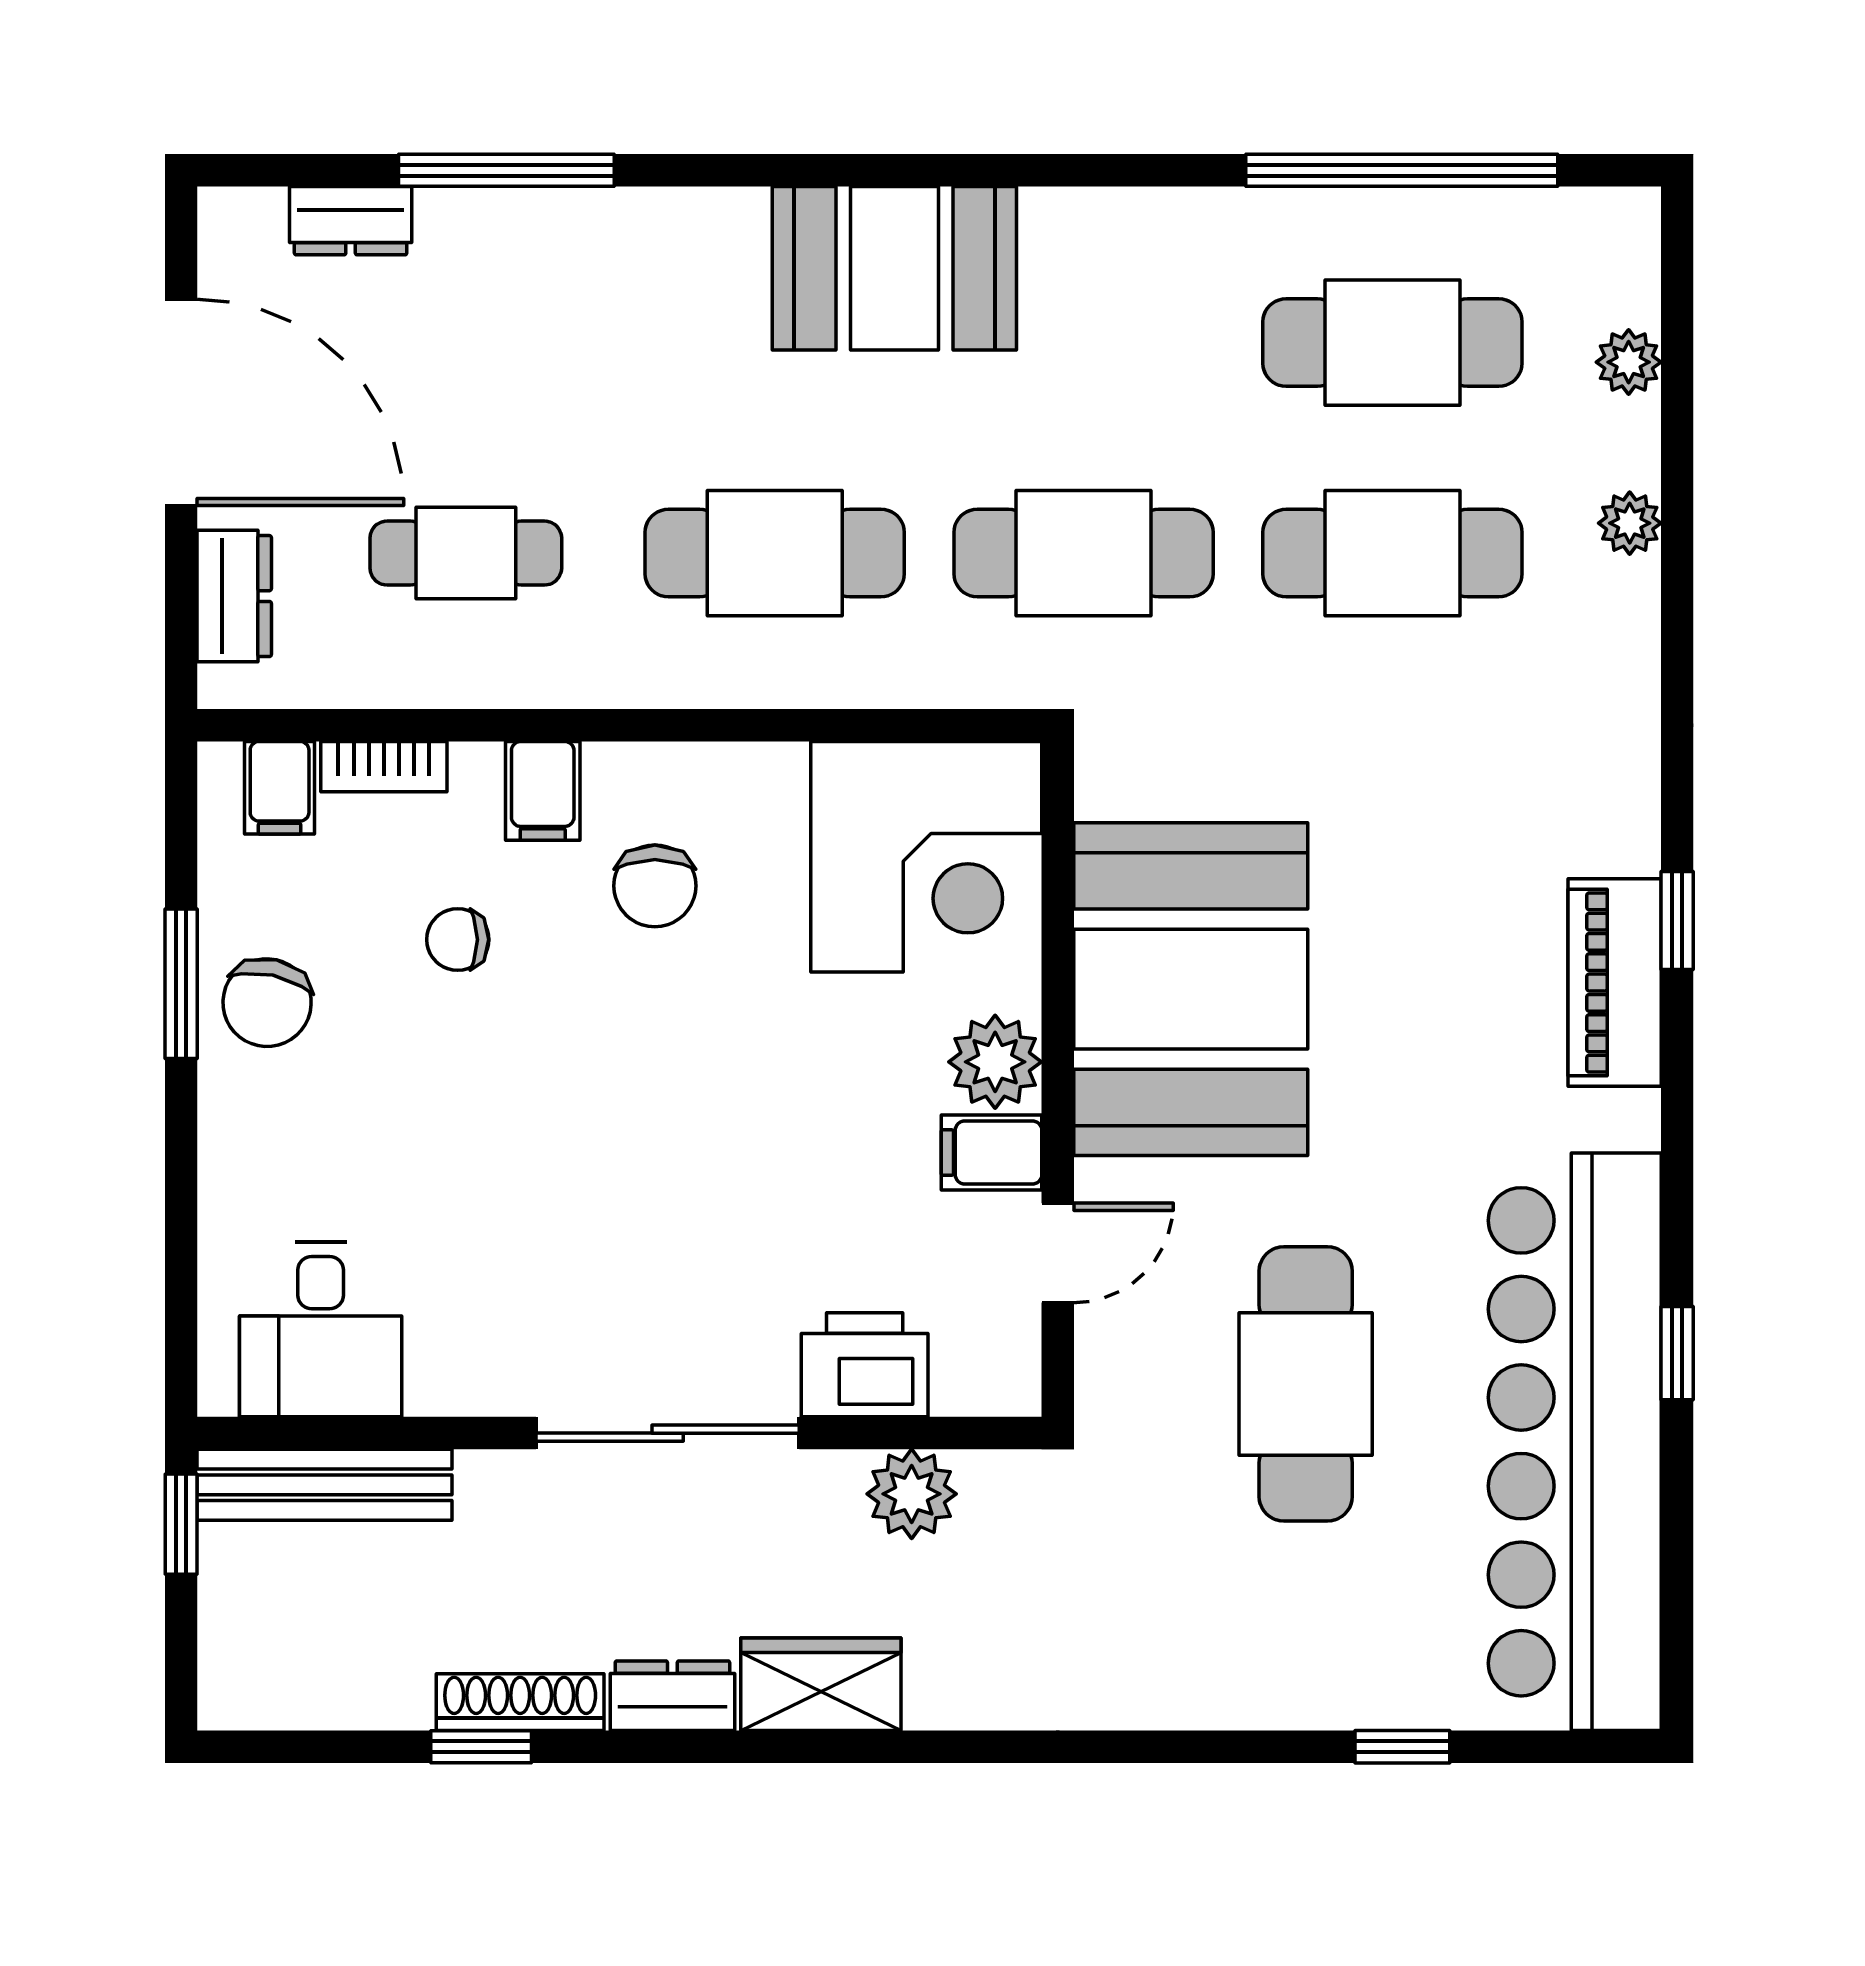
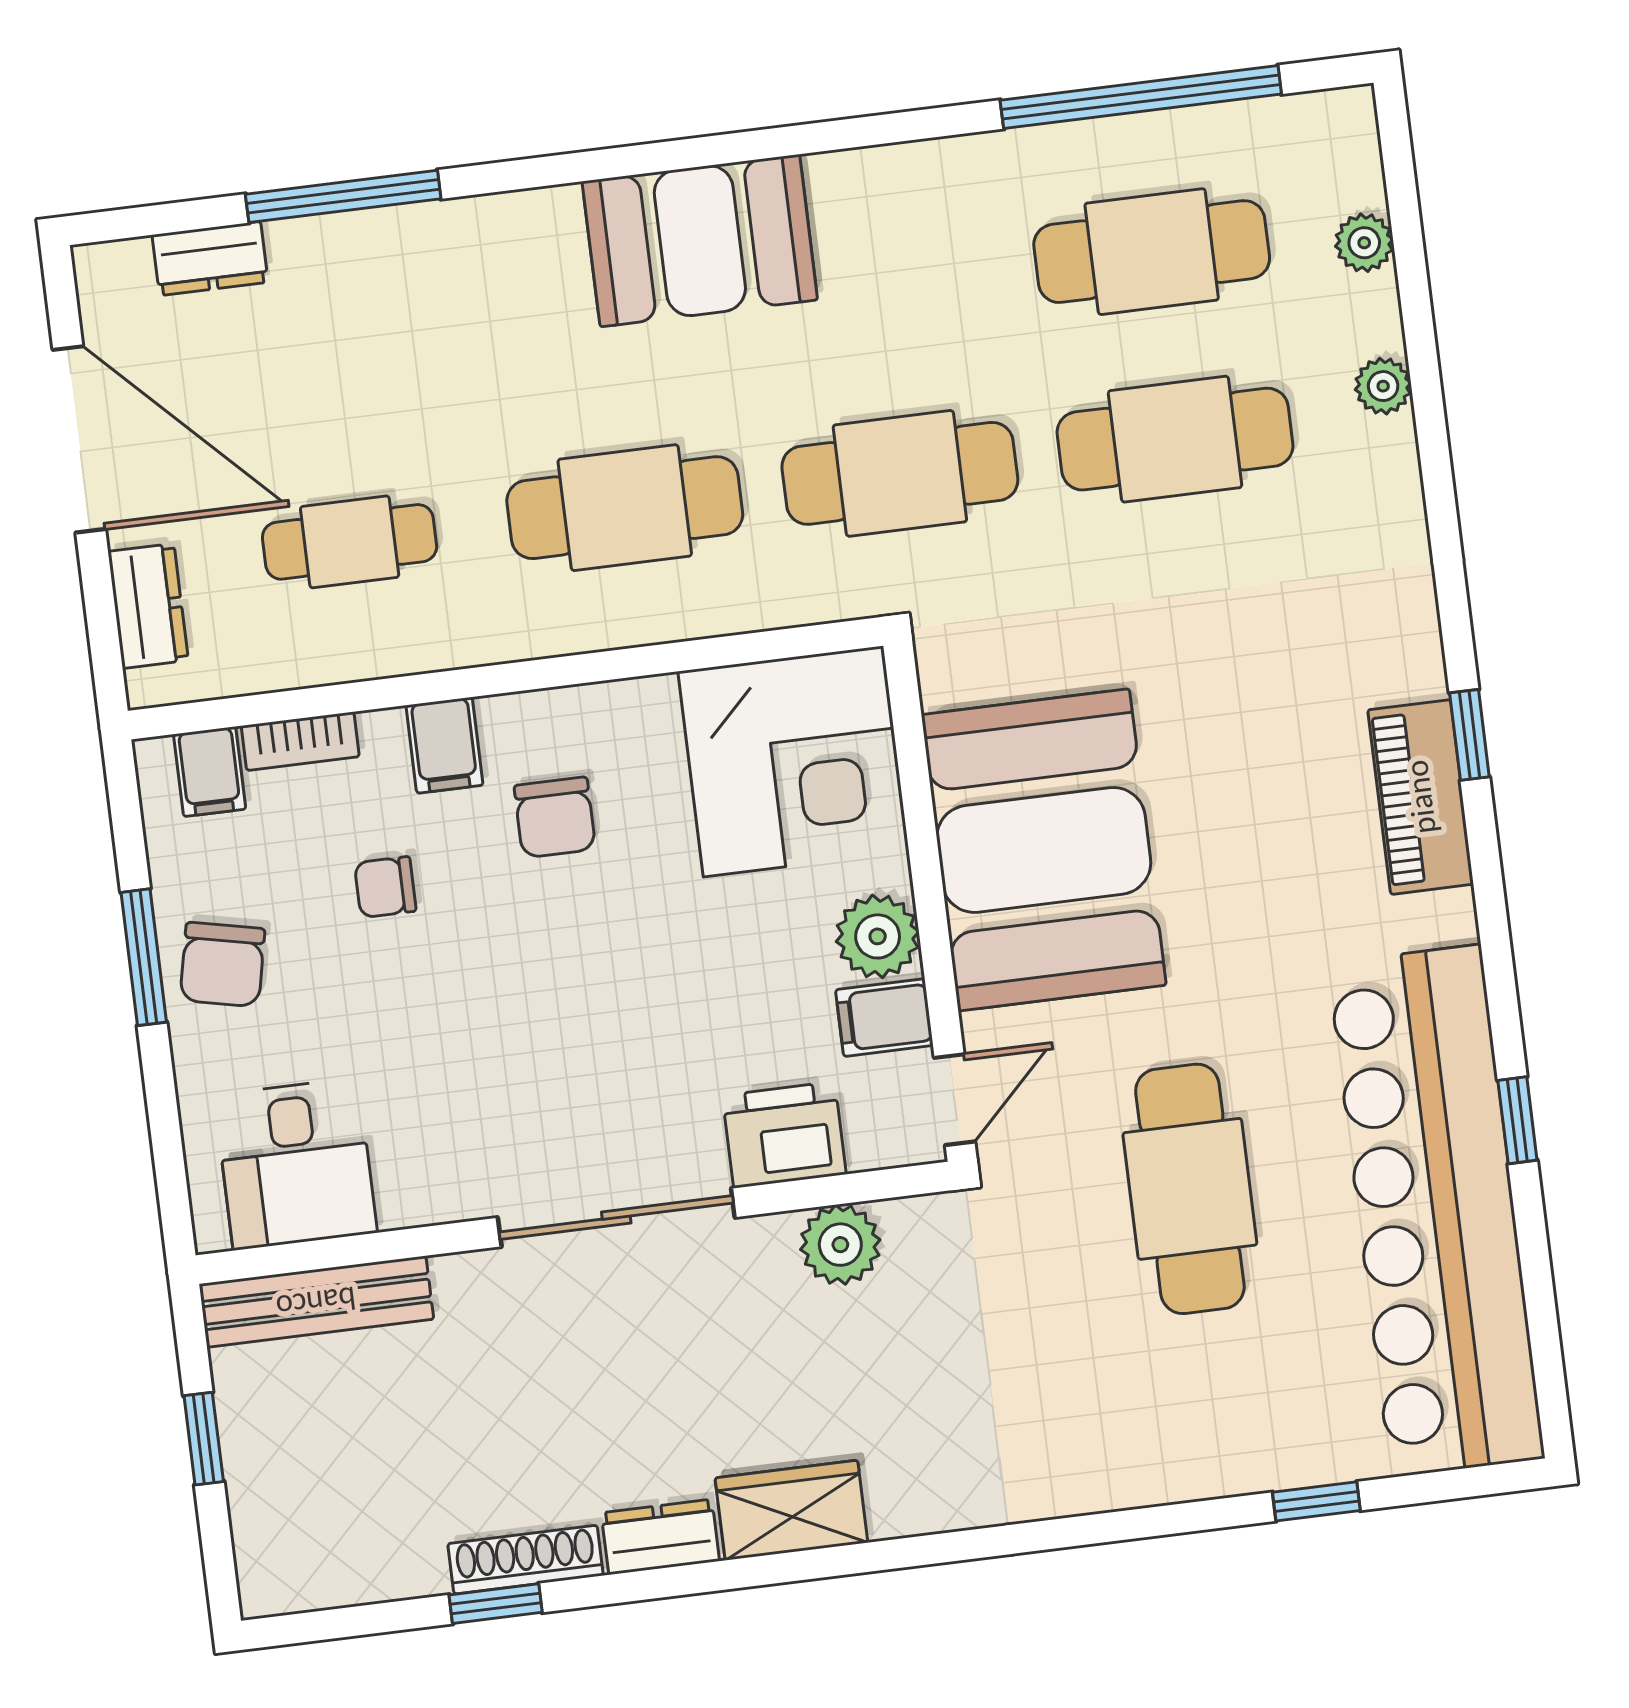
desk: (321, 1330) -> (296, 1164), moved
printer: (865, 1365) -> (784, 1135), moved
wall: (619, 1433) -> (573, 1223), moved
sliding door: (668, 1433) -> (616, 1217), moved
bench: (325, 1485) -> (316, 1302), moved
plant: (912, 1494) -> (840, 1245), moved

